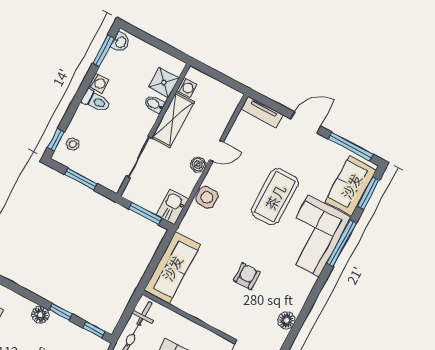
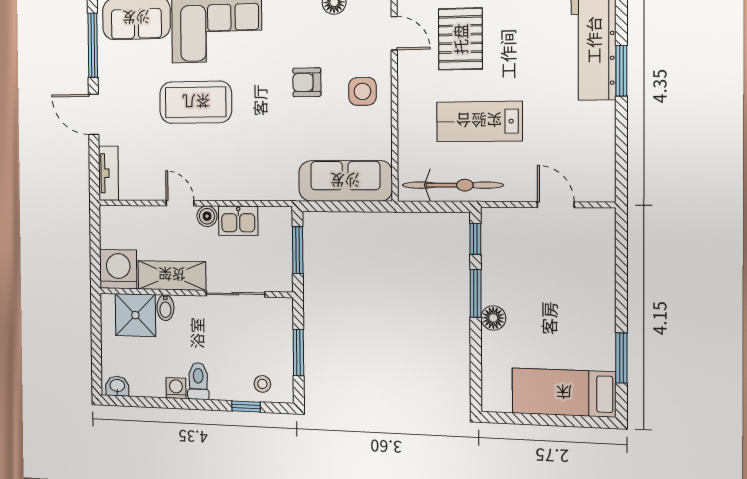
window: (103, 51) -> (137, 402), removed
shower: (164, 82) -> (135, 315), width x1.36, depth x1.36
washing machine: (187, 87) -> (118, 269), width x1.89, depth x1.89
window: (56, 140) -> (246, 406), moved
side table: (207, 197) -> (362, 91), moved
kitchen sink: (172, 207) -> (238, 221), moved
window: (61, 312) -> (476, 293), width x1.50

